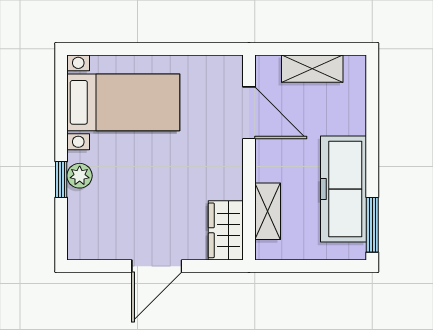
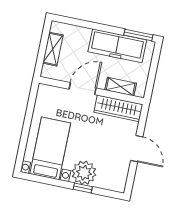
door: (249, 113) -> (83, 89), moved
plant: (80, 176) -> (84, 173), width x1.88, depth x1.88
wardrobe: (226, 230) -> (118, 108), width x1.50

